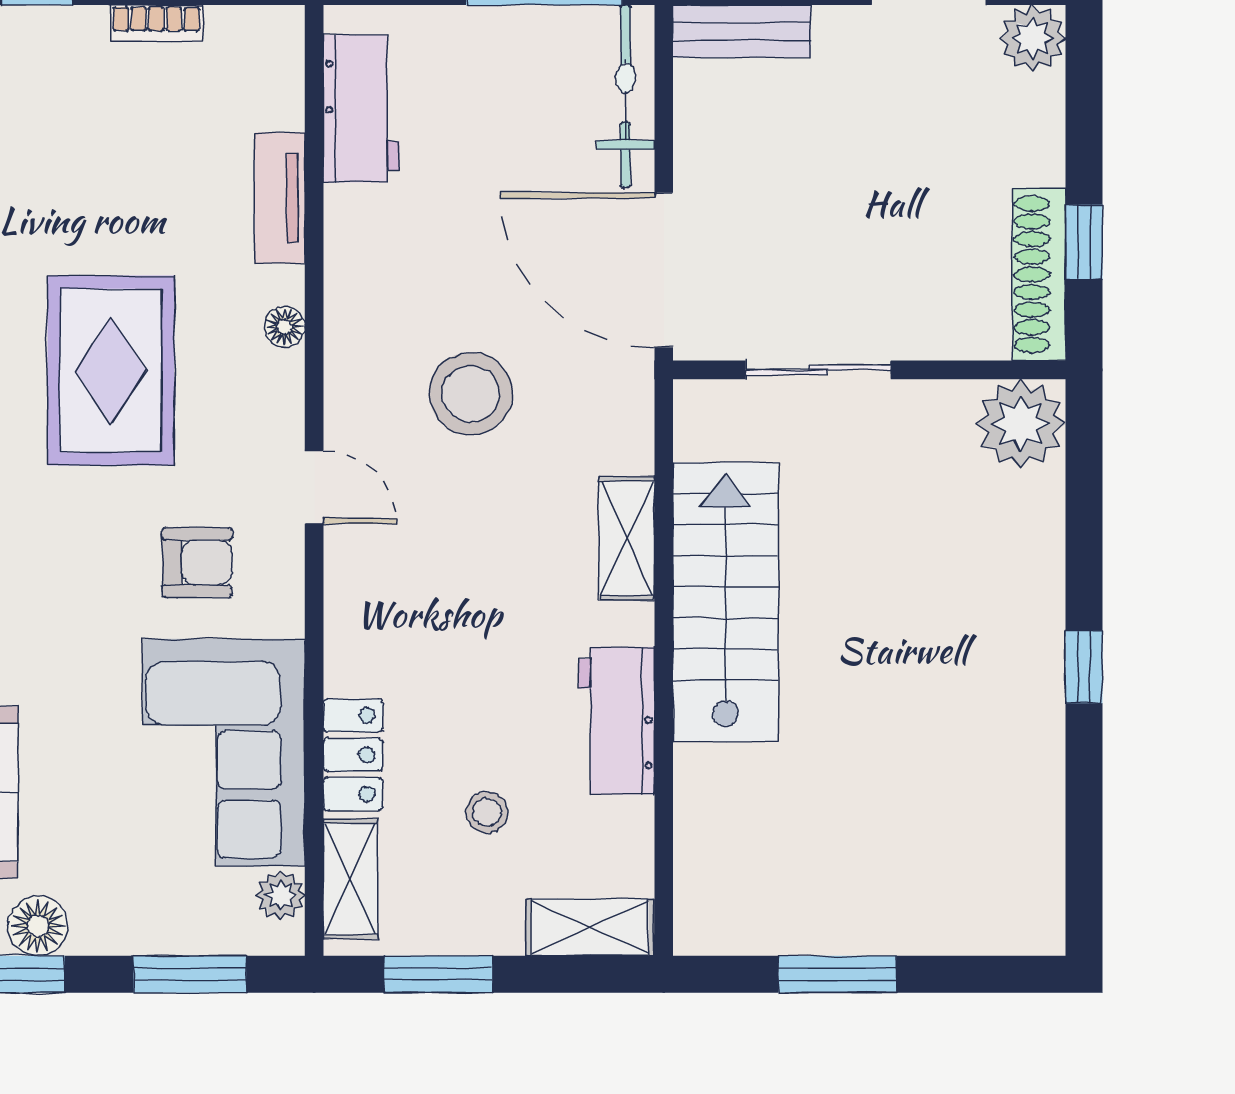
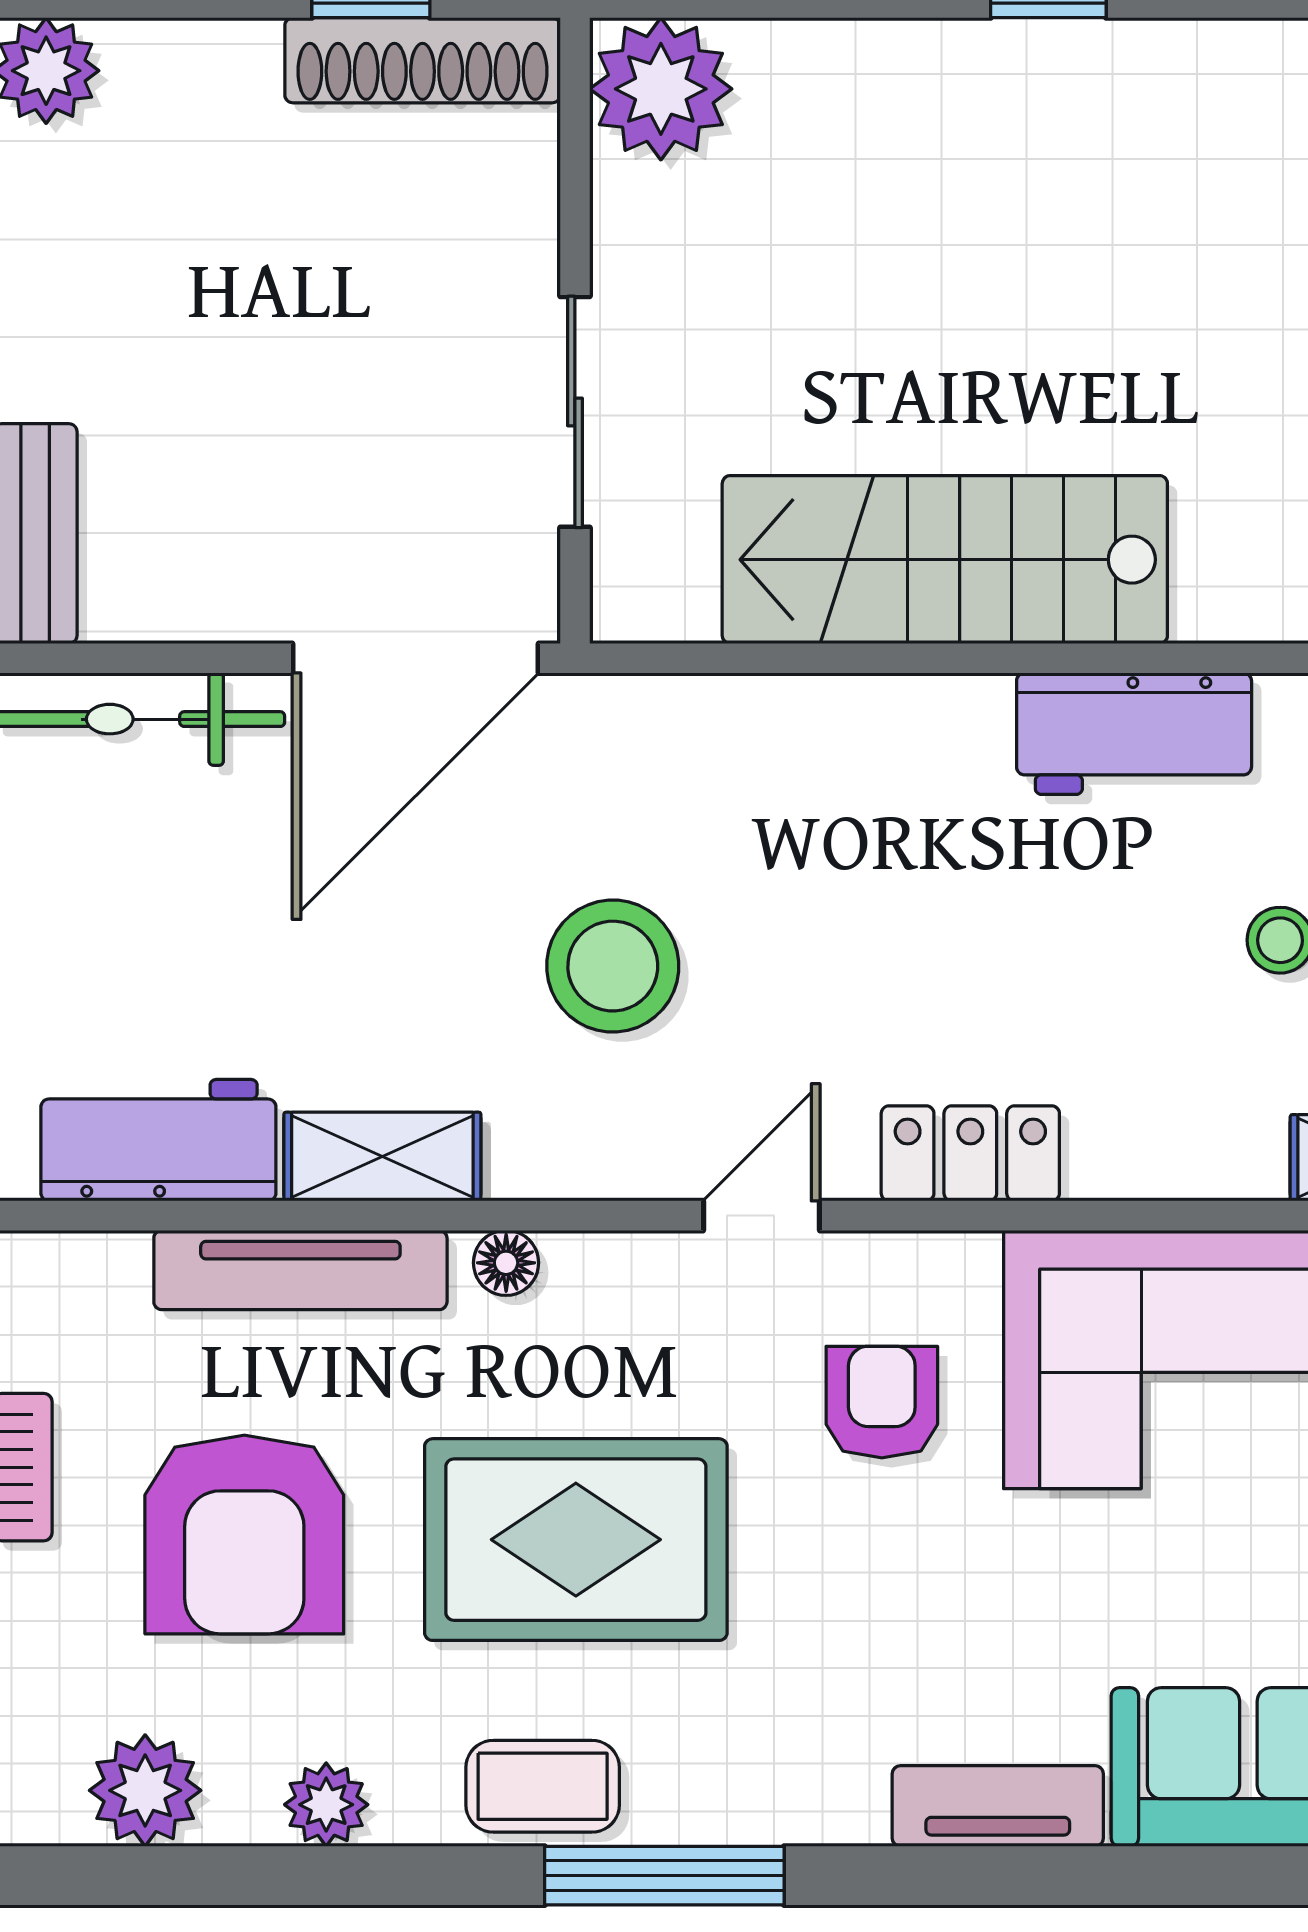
armchair: (114, 163) -> (244, 1535), added
tv unit: (280, 198) -> (300, 1270), width x1.41
shelving: (627, 538) -> (382, 1157), moved
locker: (353, 755) -> (970, 1153), moved

